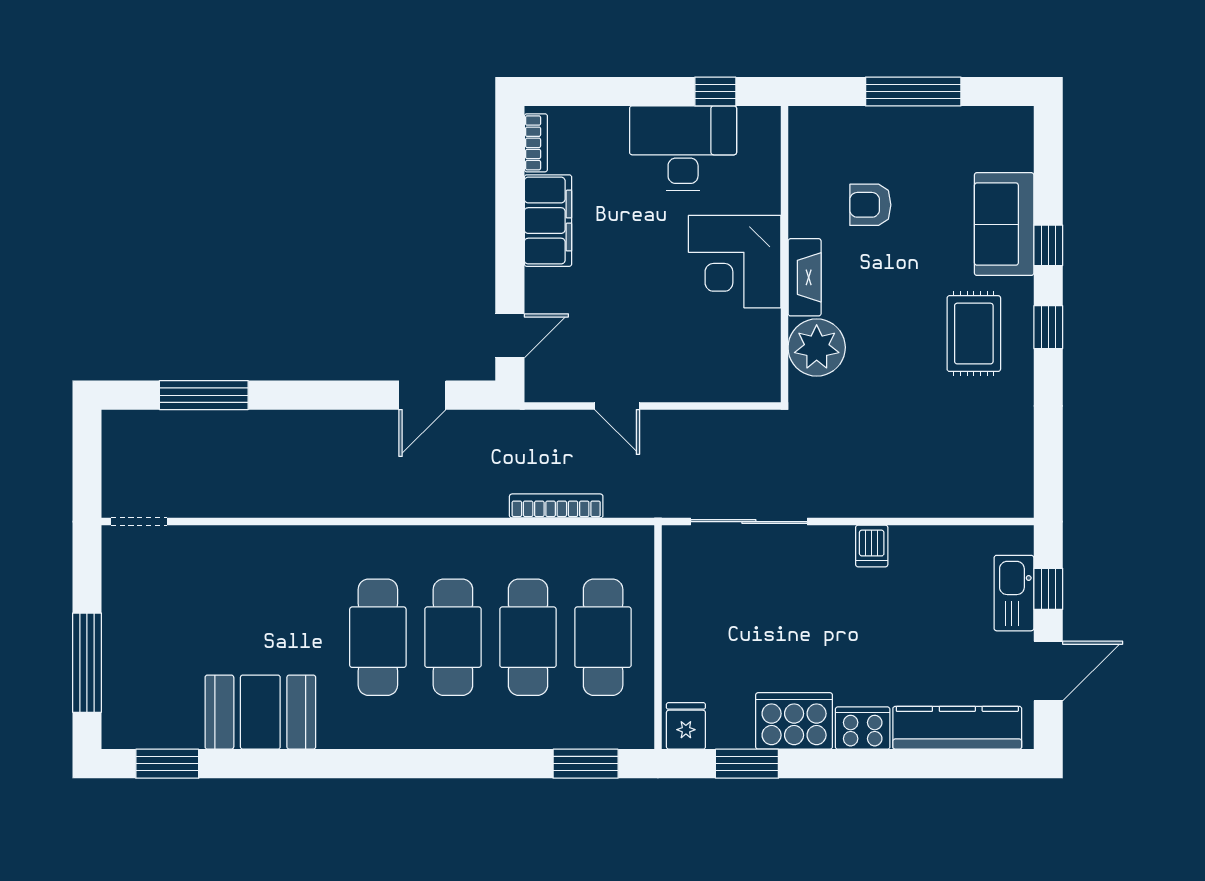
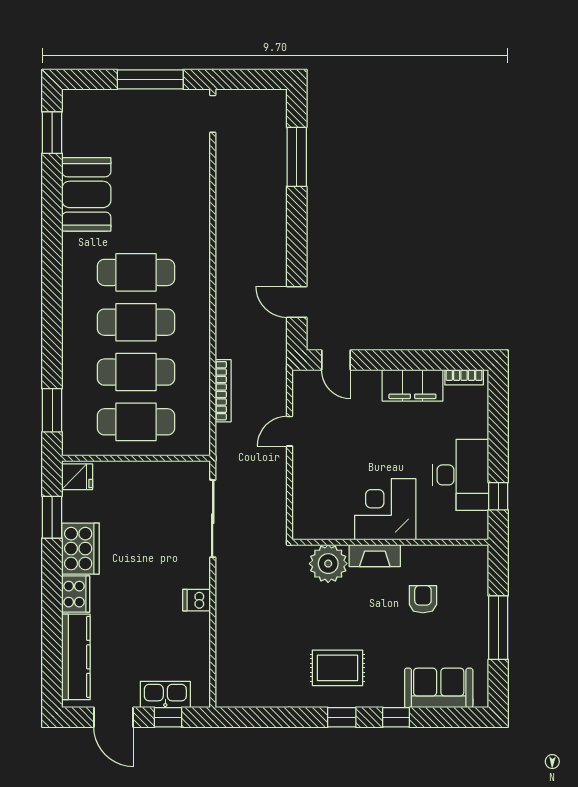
sofa: (1004, 224) -> (439, 688), moved
window: (87, 663) -> (150, 79), moved

